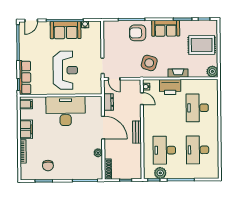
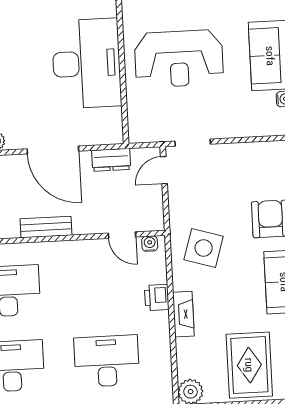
printer: (170, 87) -> (157, 297), width x0.53, depth x0.68
door: (142, 99) -> (122, 235), hinge flipped
door: (103, 128) -> (53, 150), hinge flipped

